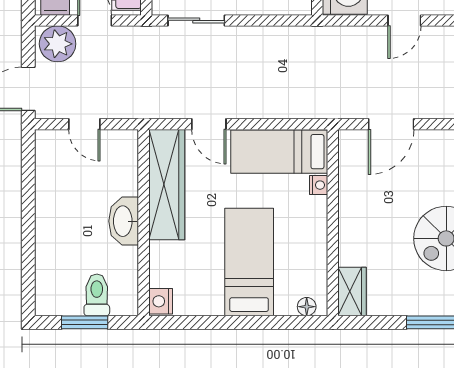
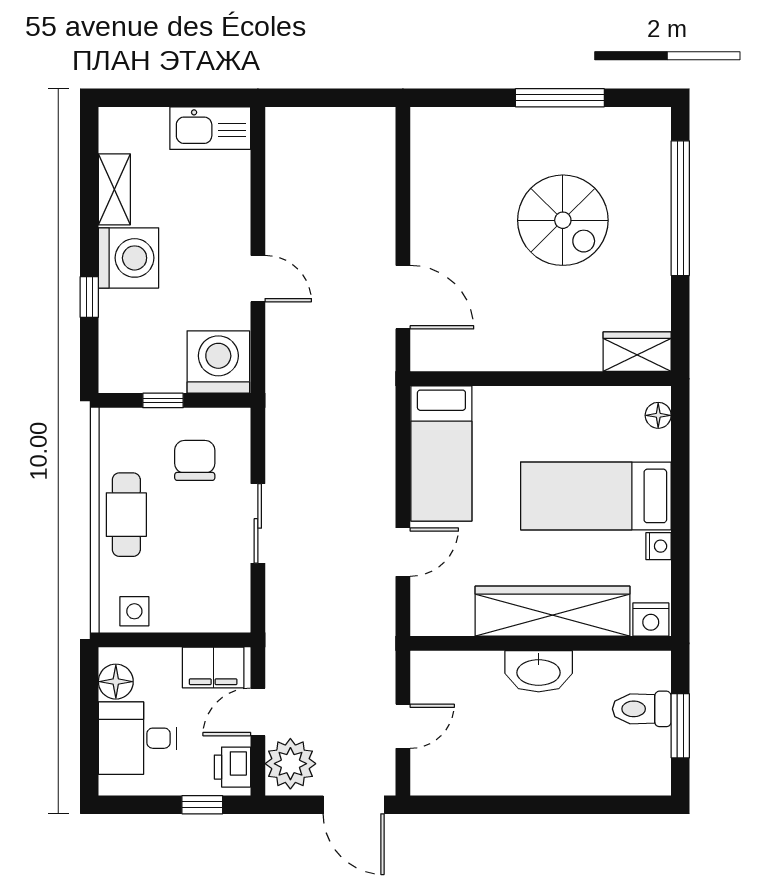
sliding door: (196, 20) -> (258, 523), moved
wardrobe: (167, 185) -> (553, 611), moved
nightstand: (319, 185) -> (658, 546), moved, turned 90

